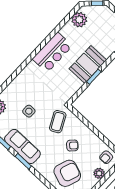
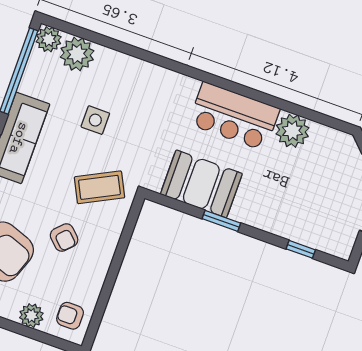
plant: (79, 20) -> (292, 131), moved
booth: (88, 64) -> (201, 184), moved

